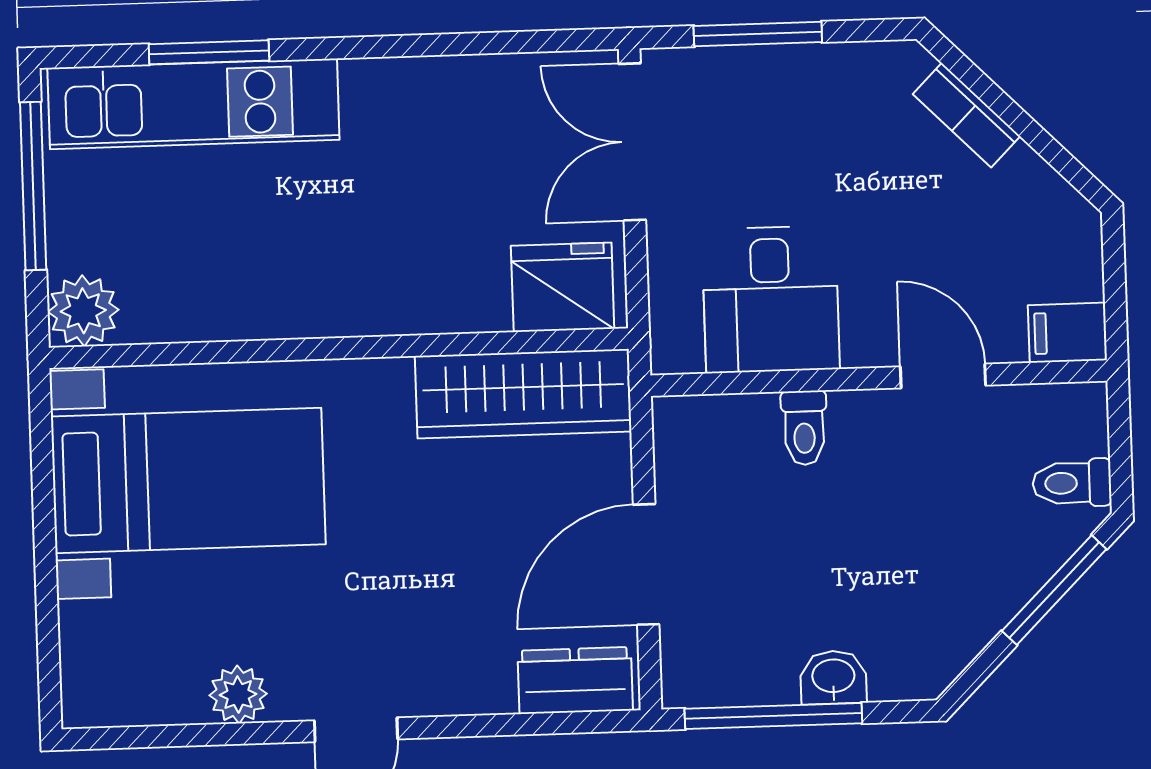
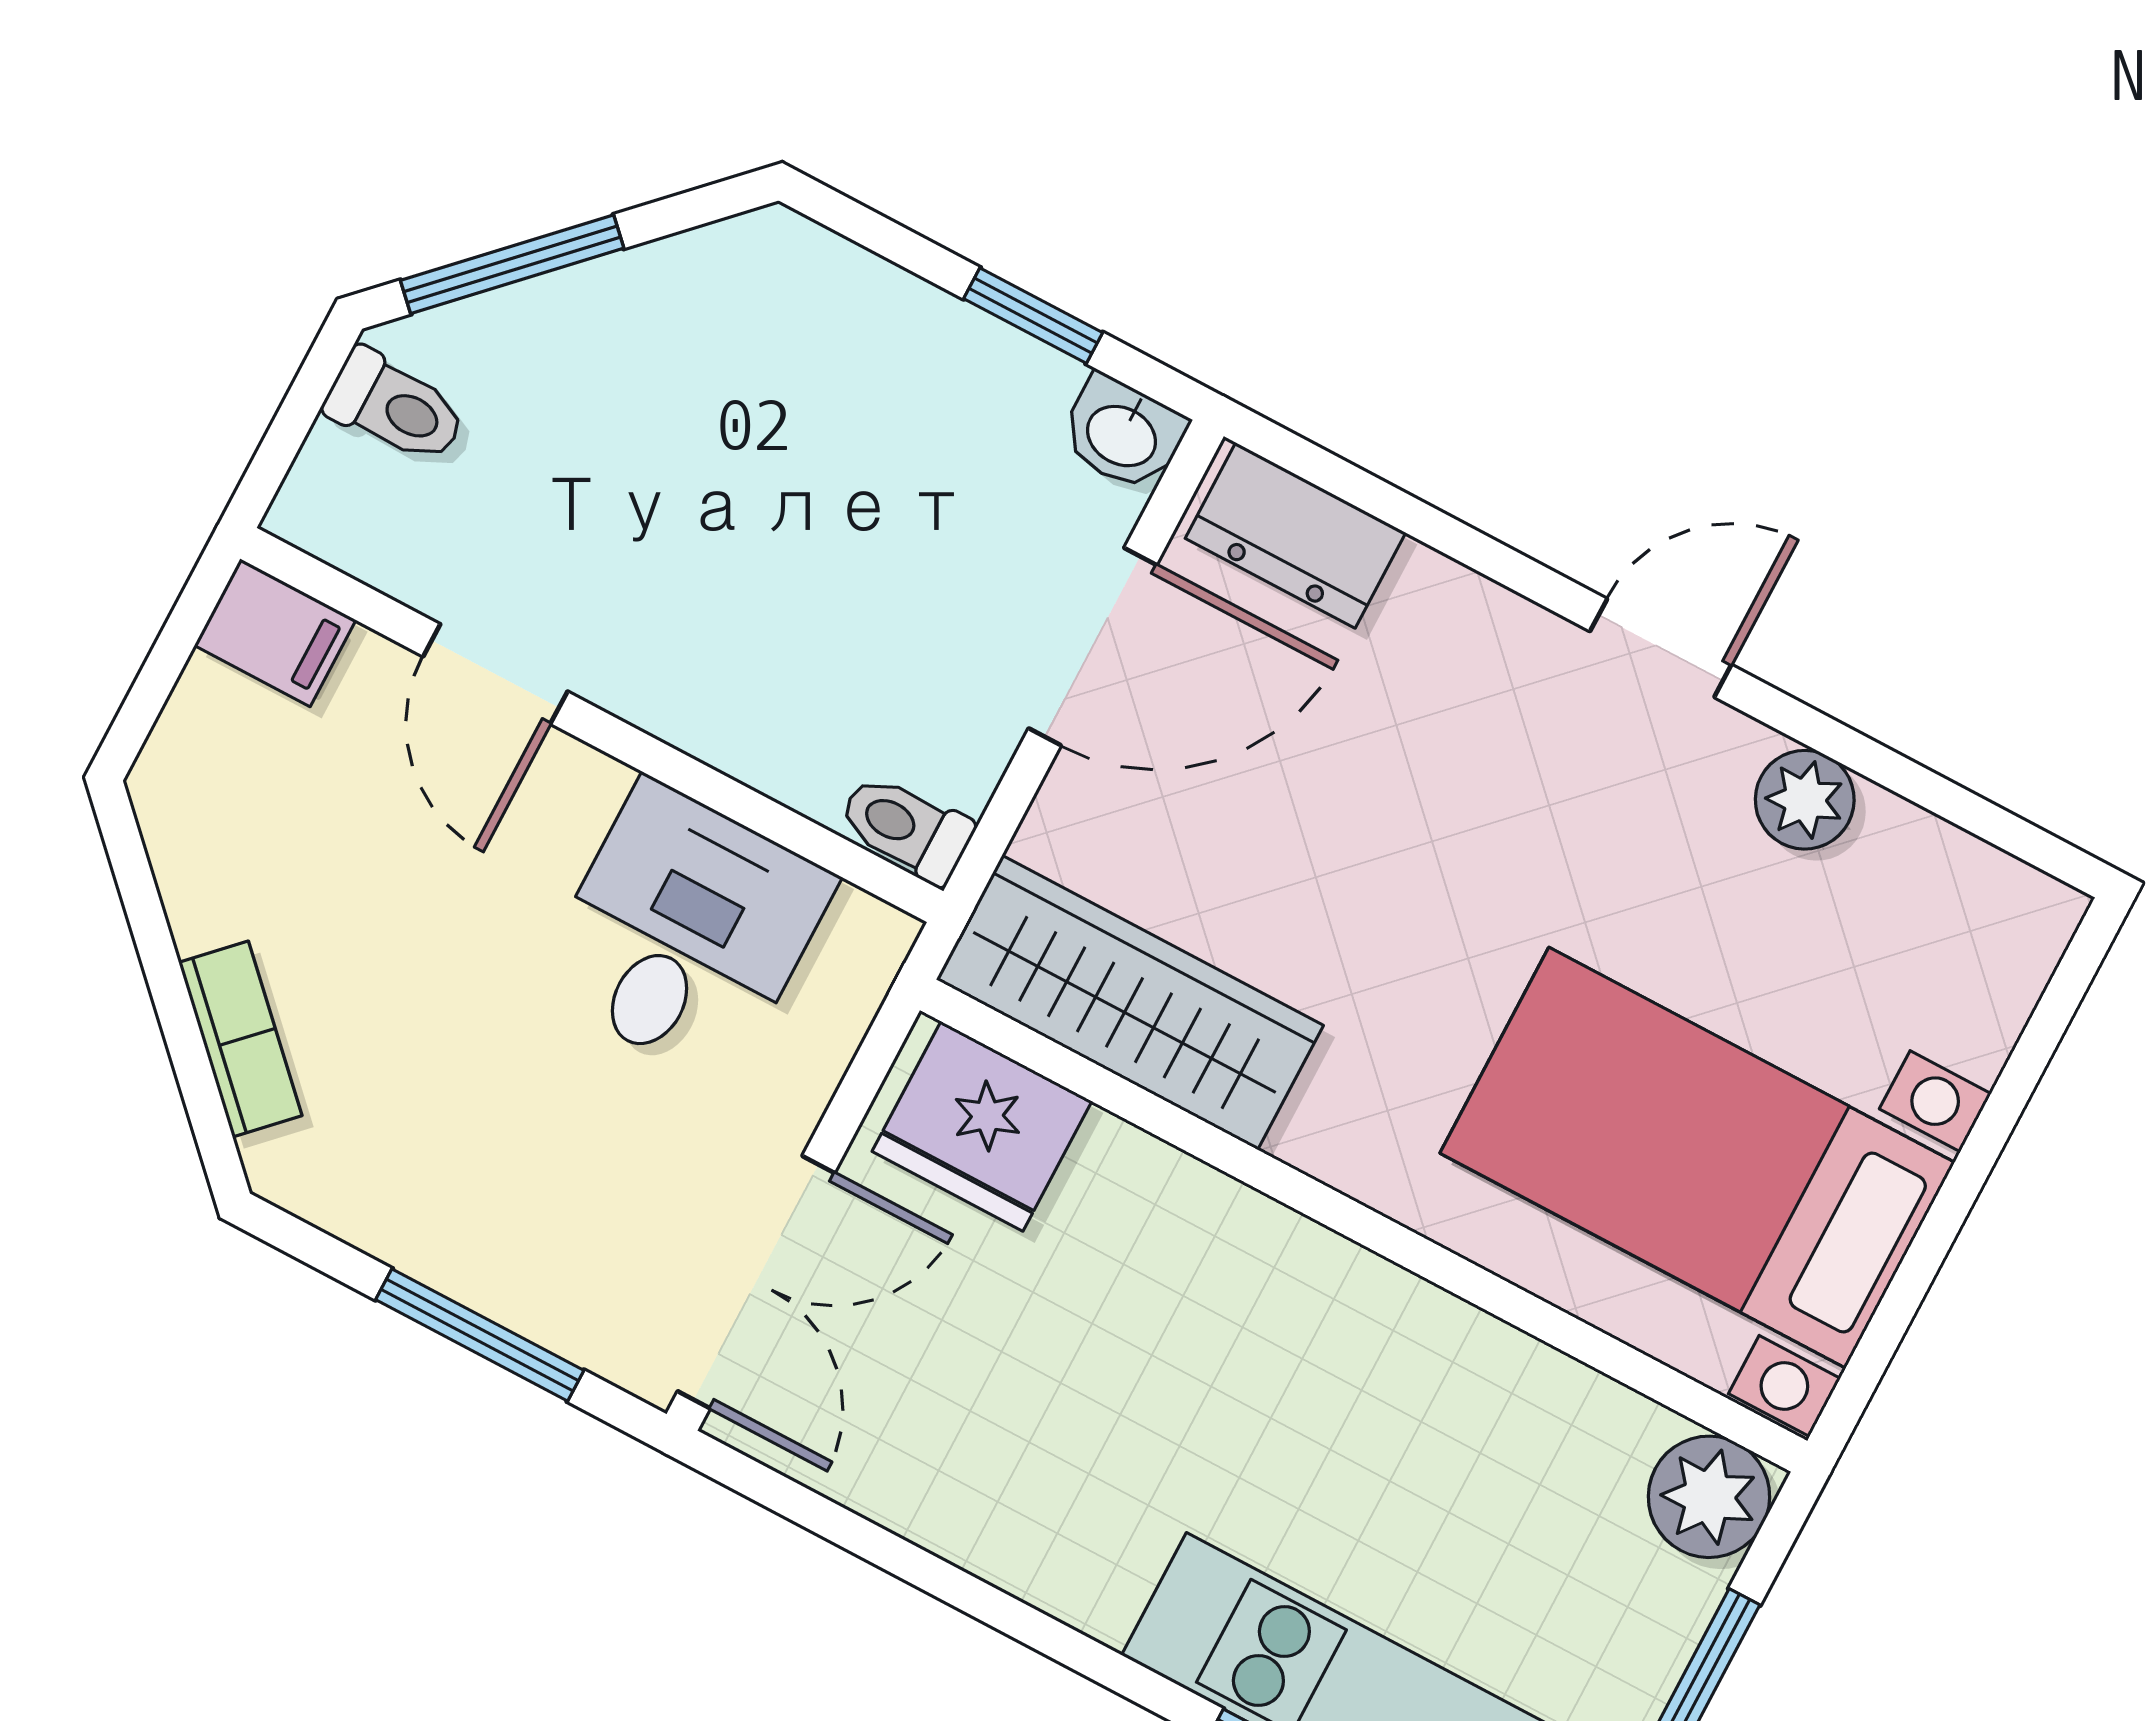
toilet: (804, 428) -> (906, 828), moved, turned -90
washbasin: (833, 677) -> (1123, 434), moved
window: (773, 716) -> (1033, 316), width x0.46

